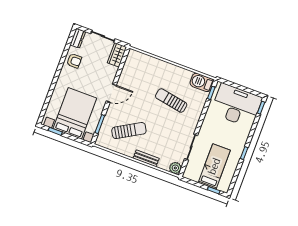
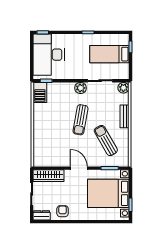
wardrobe: (117, 55) -> (49, 176), width x1.50
sun lounger: (171, 100) -> (80, 120), moved
plant: (191, 125) -> (81, 88), added

